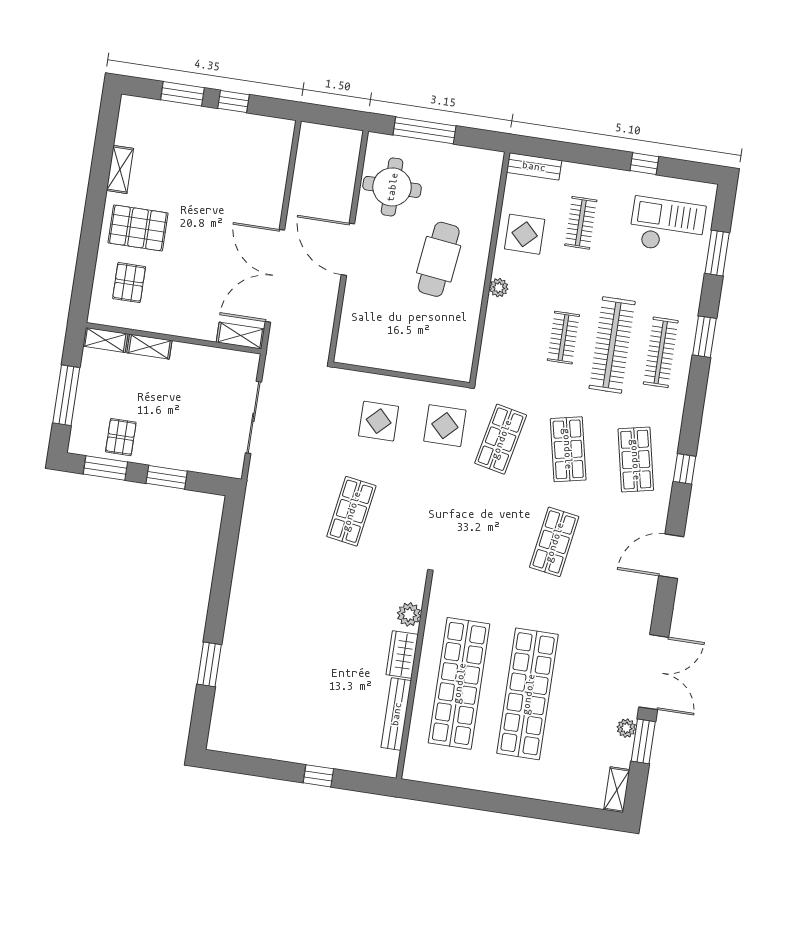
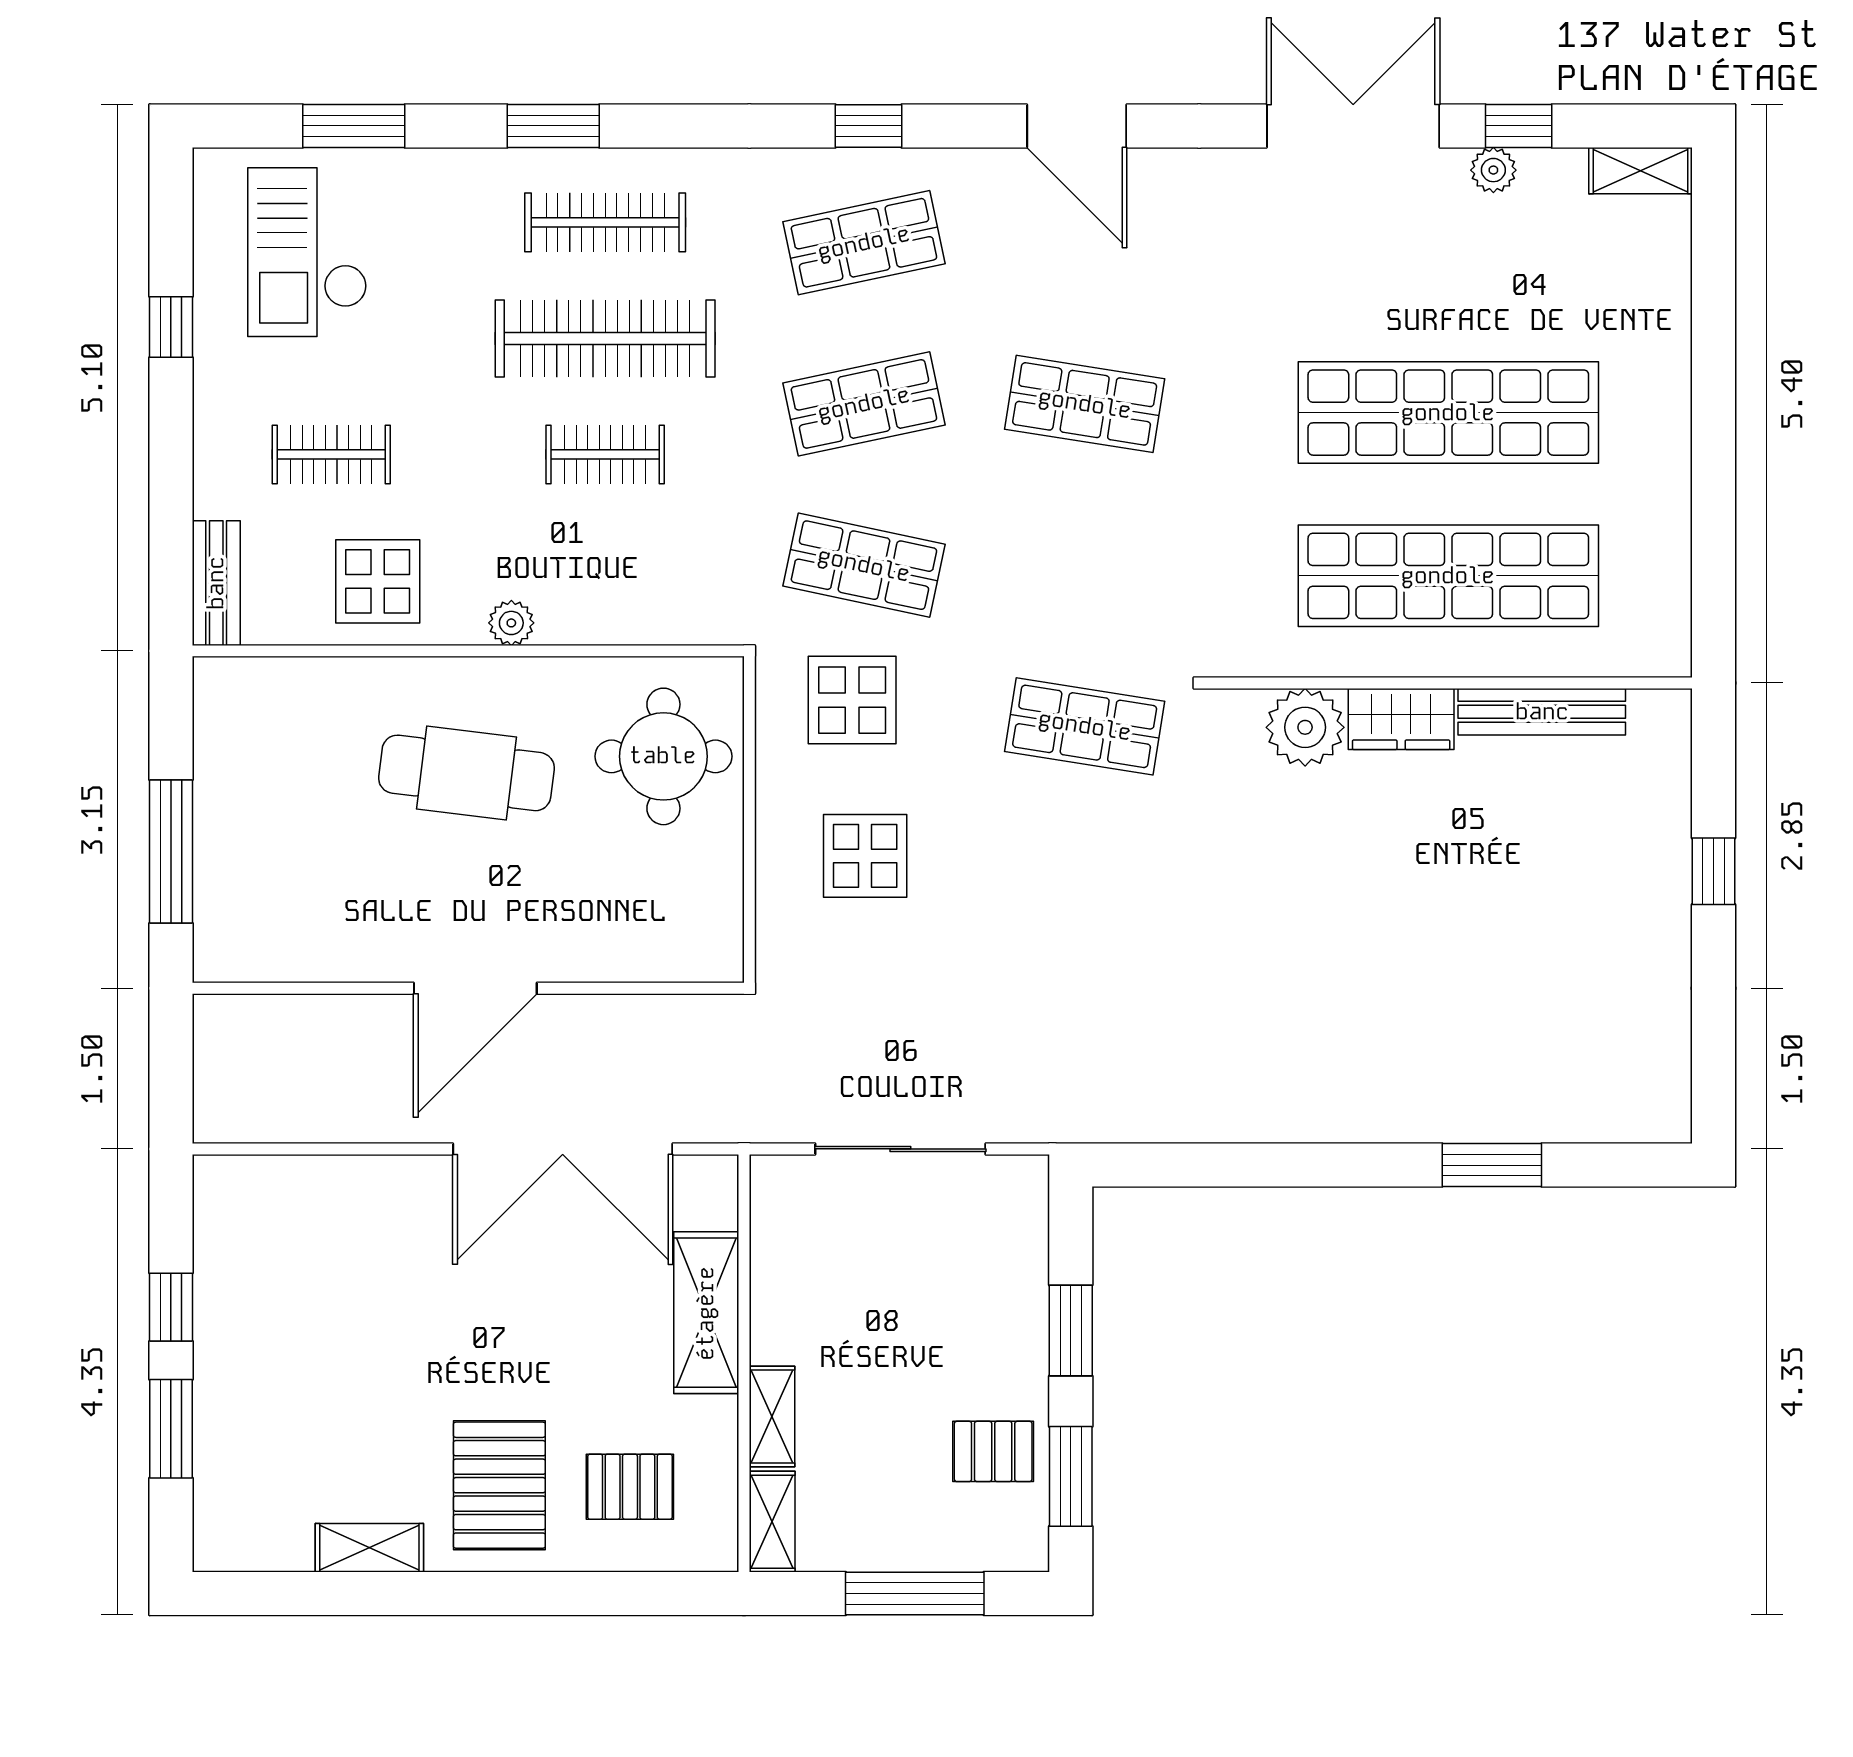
round table: (392, 187) -> (663, 756), moved
shelving: (240, 336) -> (706, 1313), moved, width x1.50, depth x1.33
shop shelf: (351, 511) -> (1085, 726), moved
plant: (409, 614) -> (1305, 727), width x1.36, depth x1.36
window: (643, 741) -> (1519, 126), width x0.67

